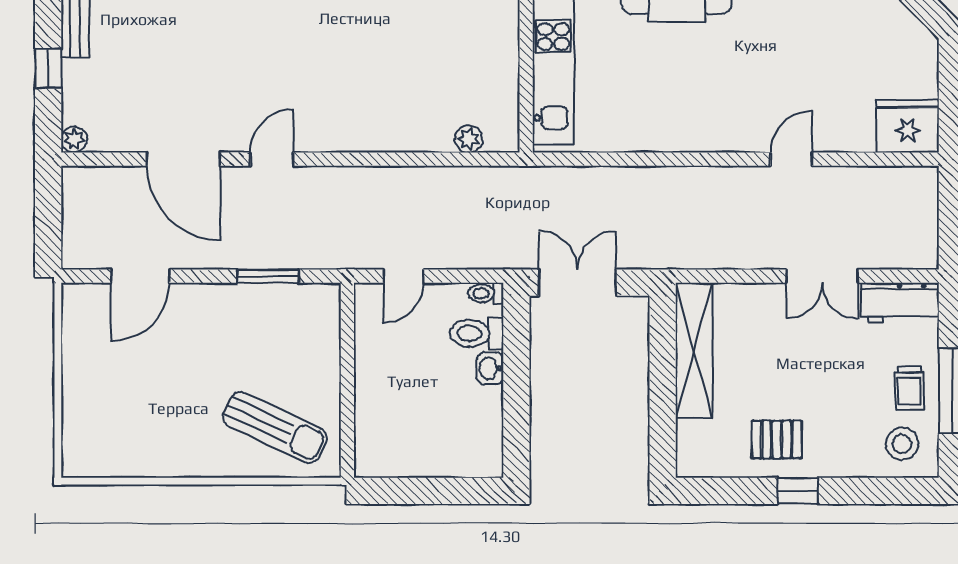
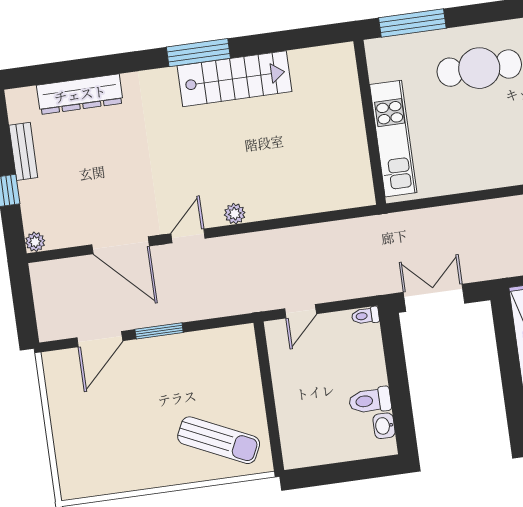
plant: (469, 139) -> (235, 214), moved
window: (268, 276) -> (159, 331), moved
toilet: (477, 333) -> (370, 401), moved
washbasin: (490, 368) -> (384, 426), moved

